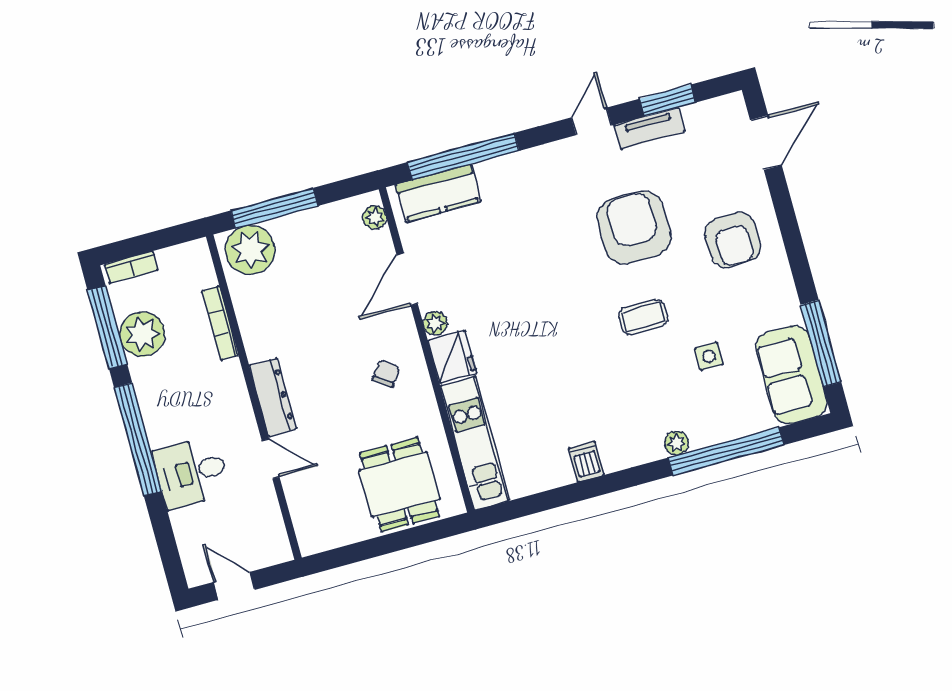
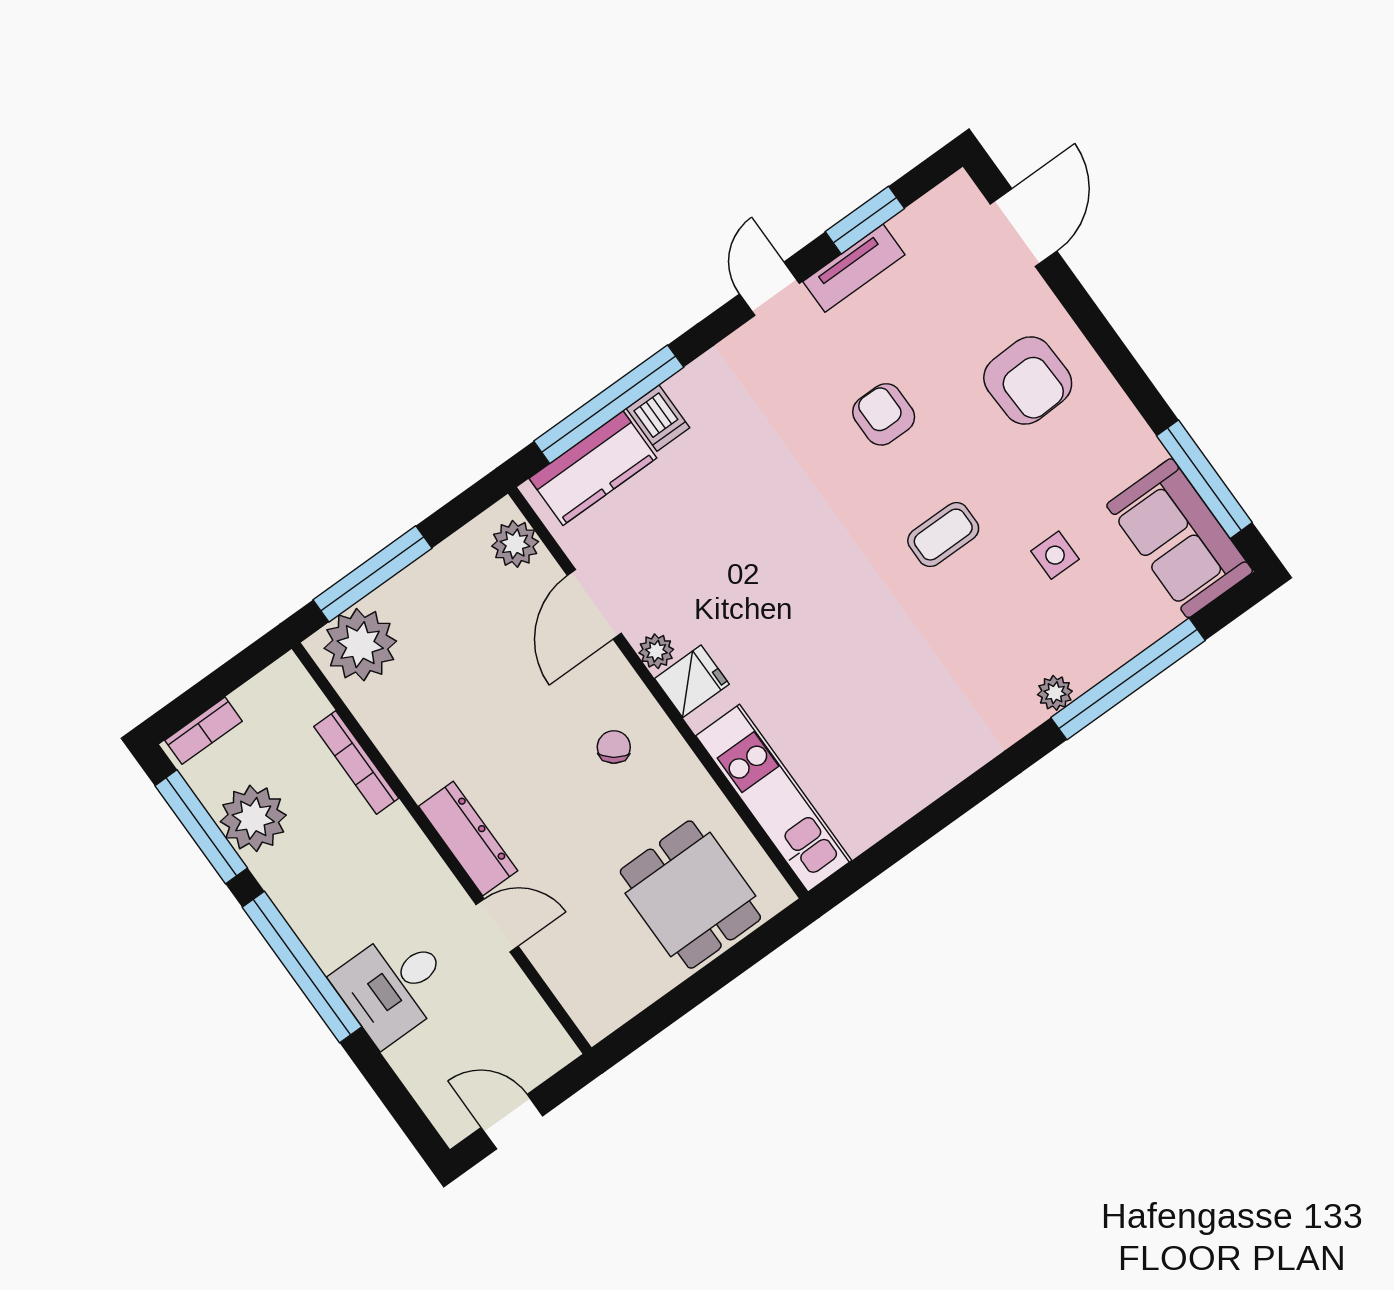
plant: (374, 217) -> (515, 544), width x1.38, depth x1.38
armchair: (634, 227) -> (884, 414), width x0.53, depth x0.53
fridge: (452, 357) -> (692, 681), width x0.72
dishwasher: (586, 462) -> (658, 418), moved, turned 180

